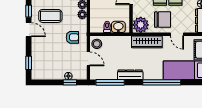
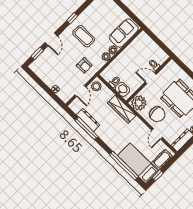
door: (29, 30) -> (51, 39), moved
wardrobe: (147, 42) -> (122, 109), moved
dresser: (130, 75) -> (88, 120), moved
window: (70, 82) -> (52, 94), removed
window: (110, 82) -> (87, 129), moved
window: (162, 82) -> (124, 166), moved

